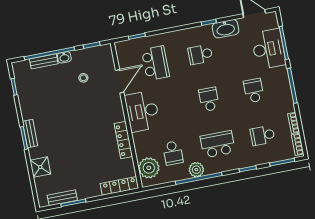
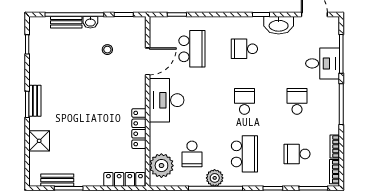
desk: (268, 49) -> (323, 63), width x0.73
school desk: (218, 144) -> (244, 154), turned 90

